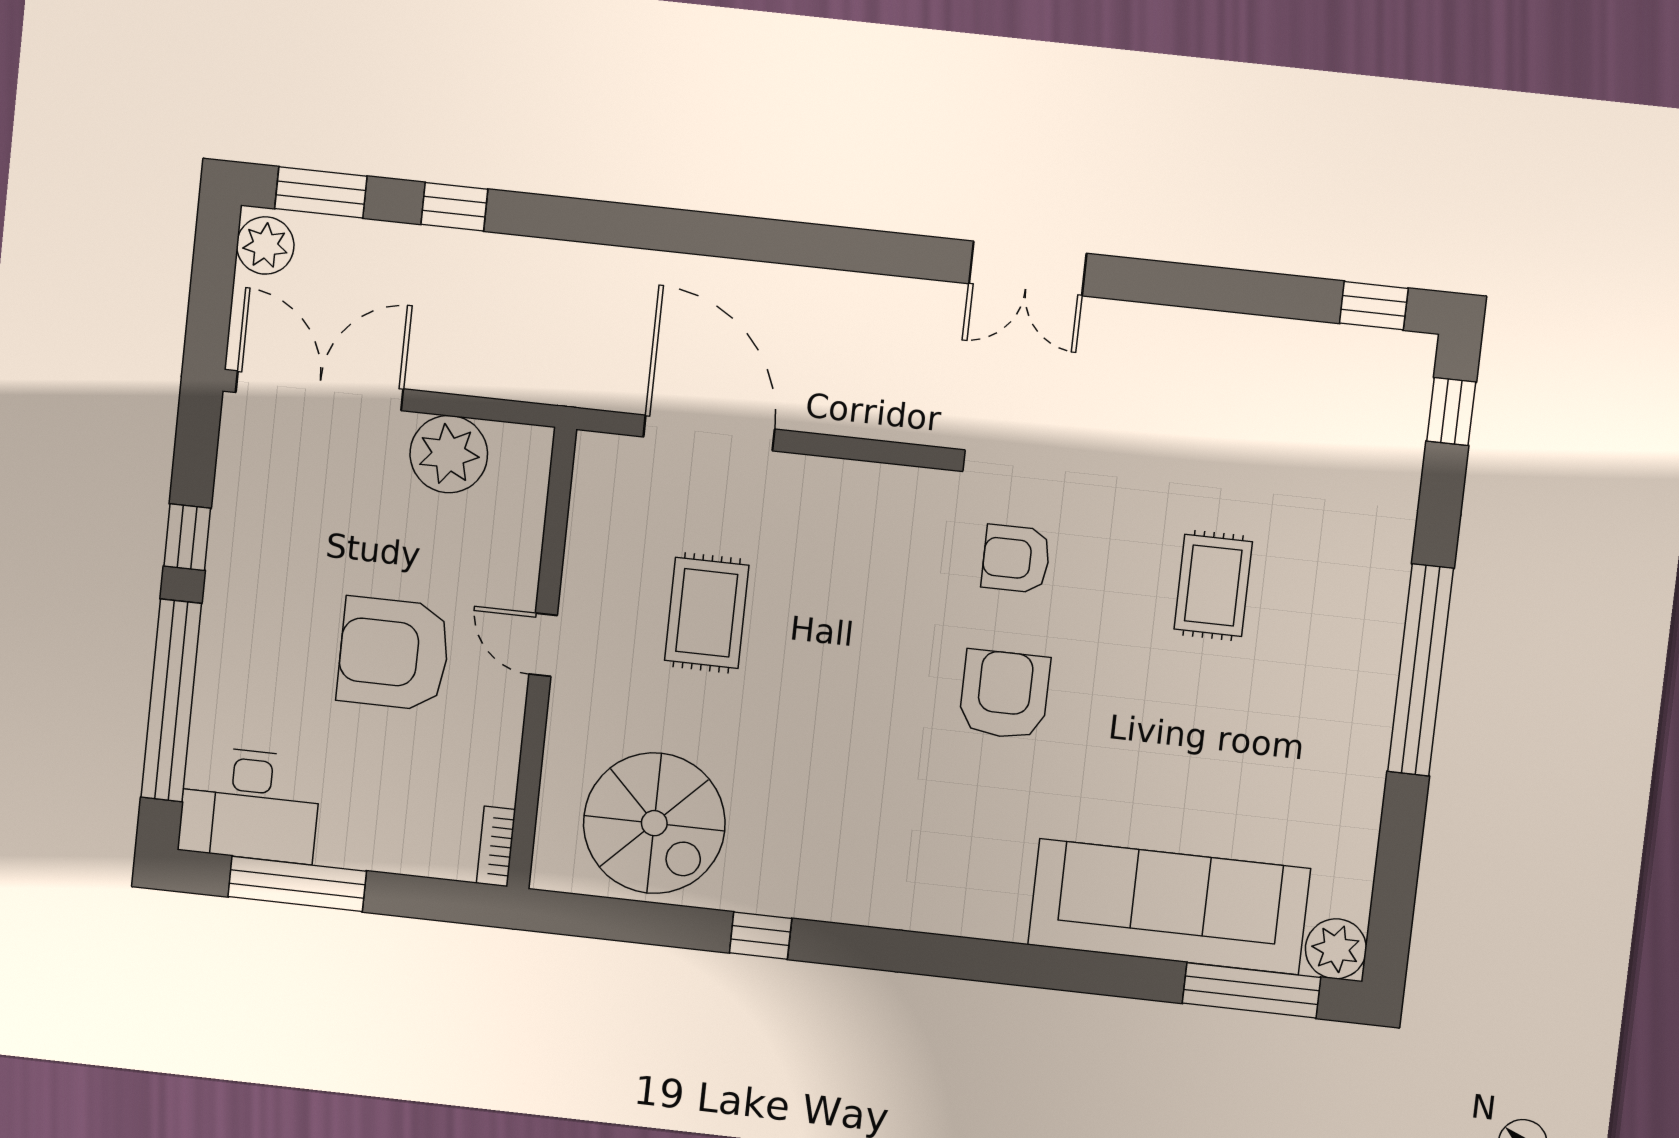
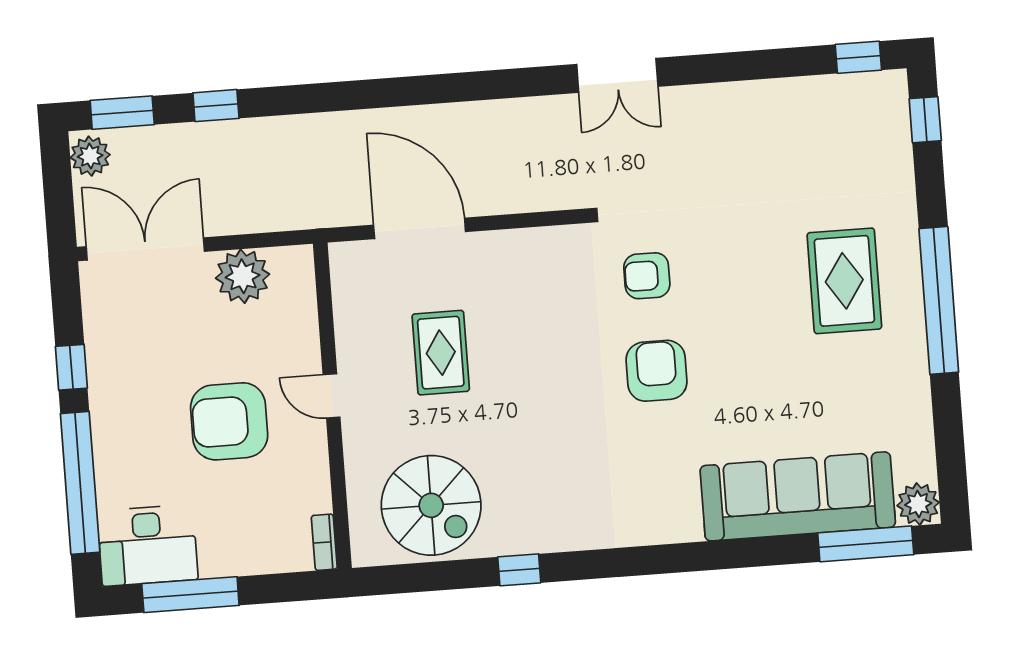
rug: (1213, 585) -> (844, 281), moved, width x1.36, depth x1.43

